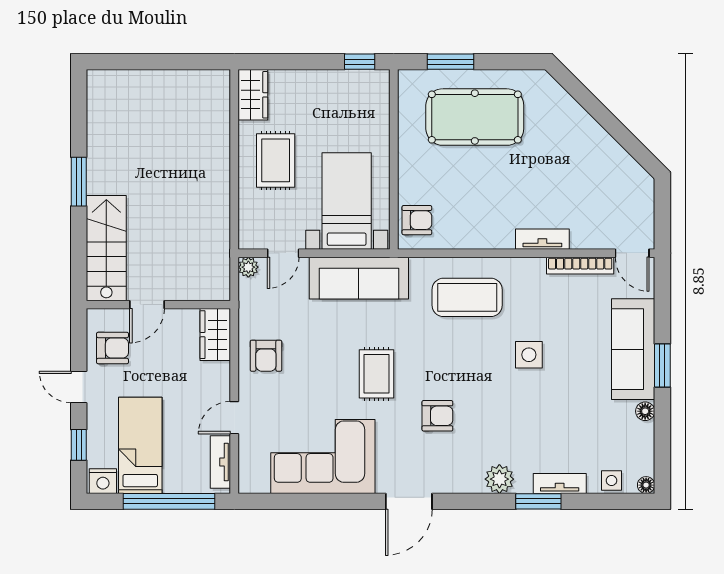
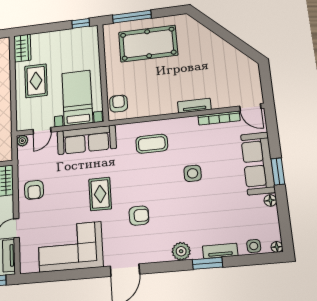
window: (451, 62) -> (132, 17), width x1.44
armchair: (417, 220) -> (119, 104), turned -90
coffee table: (467, 297) -> (152, 144), width x0.73, depth x0.76

